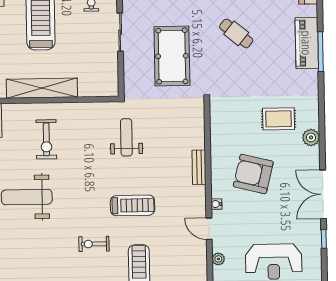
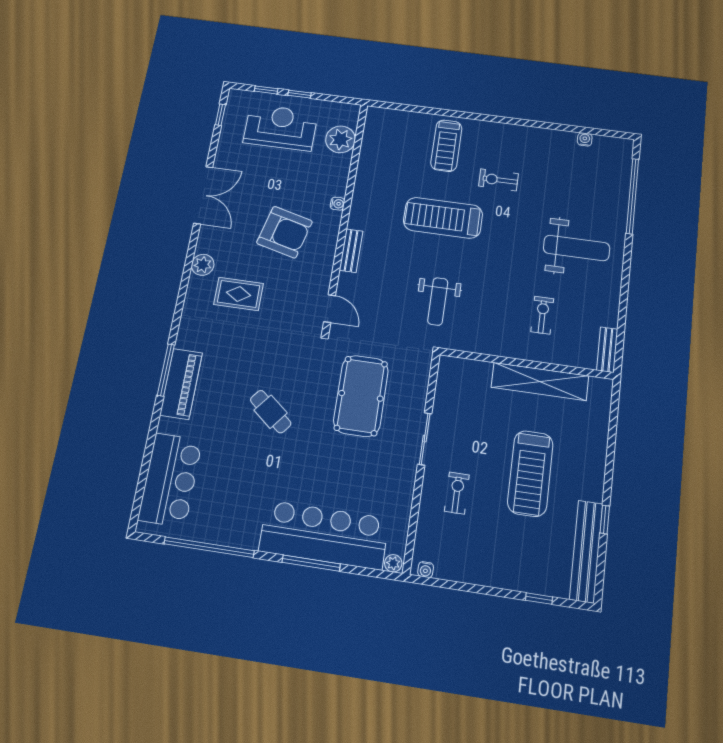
exercise bike: (46, 139) -> (542, 315), width x0.73, depth x0.72
treadmill: (133, 205) -> (443, 218), width x1.37, depth x1.38
door: (209, 229) -> (330, 309), moved
window: (324, 239) -> (220, 115), moved
exercise bike: (94, 244) -> (498, 180), turned 180
plant: (218, 259) -> (340, 139), width x1.88, depth x1.88

